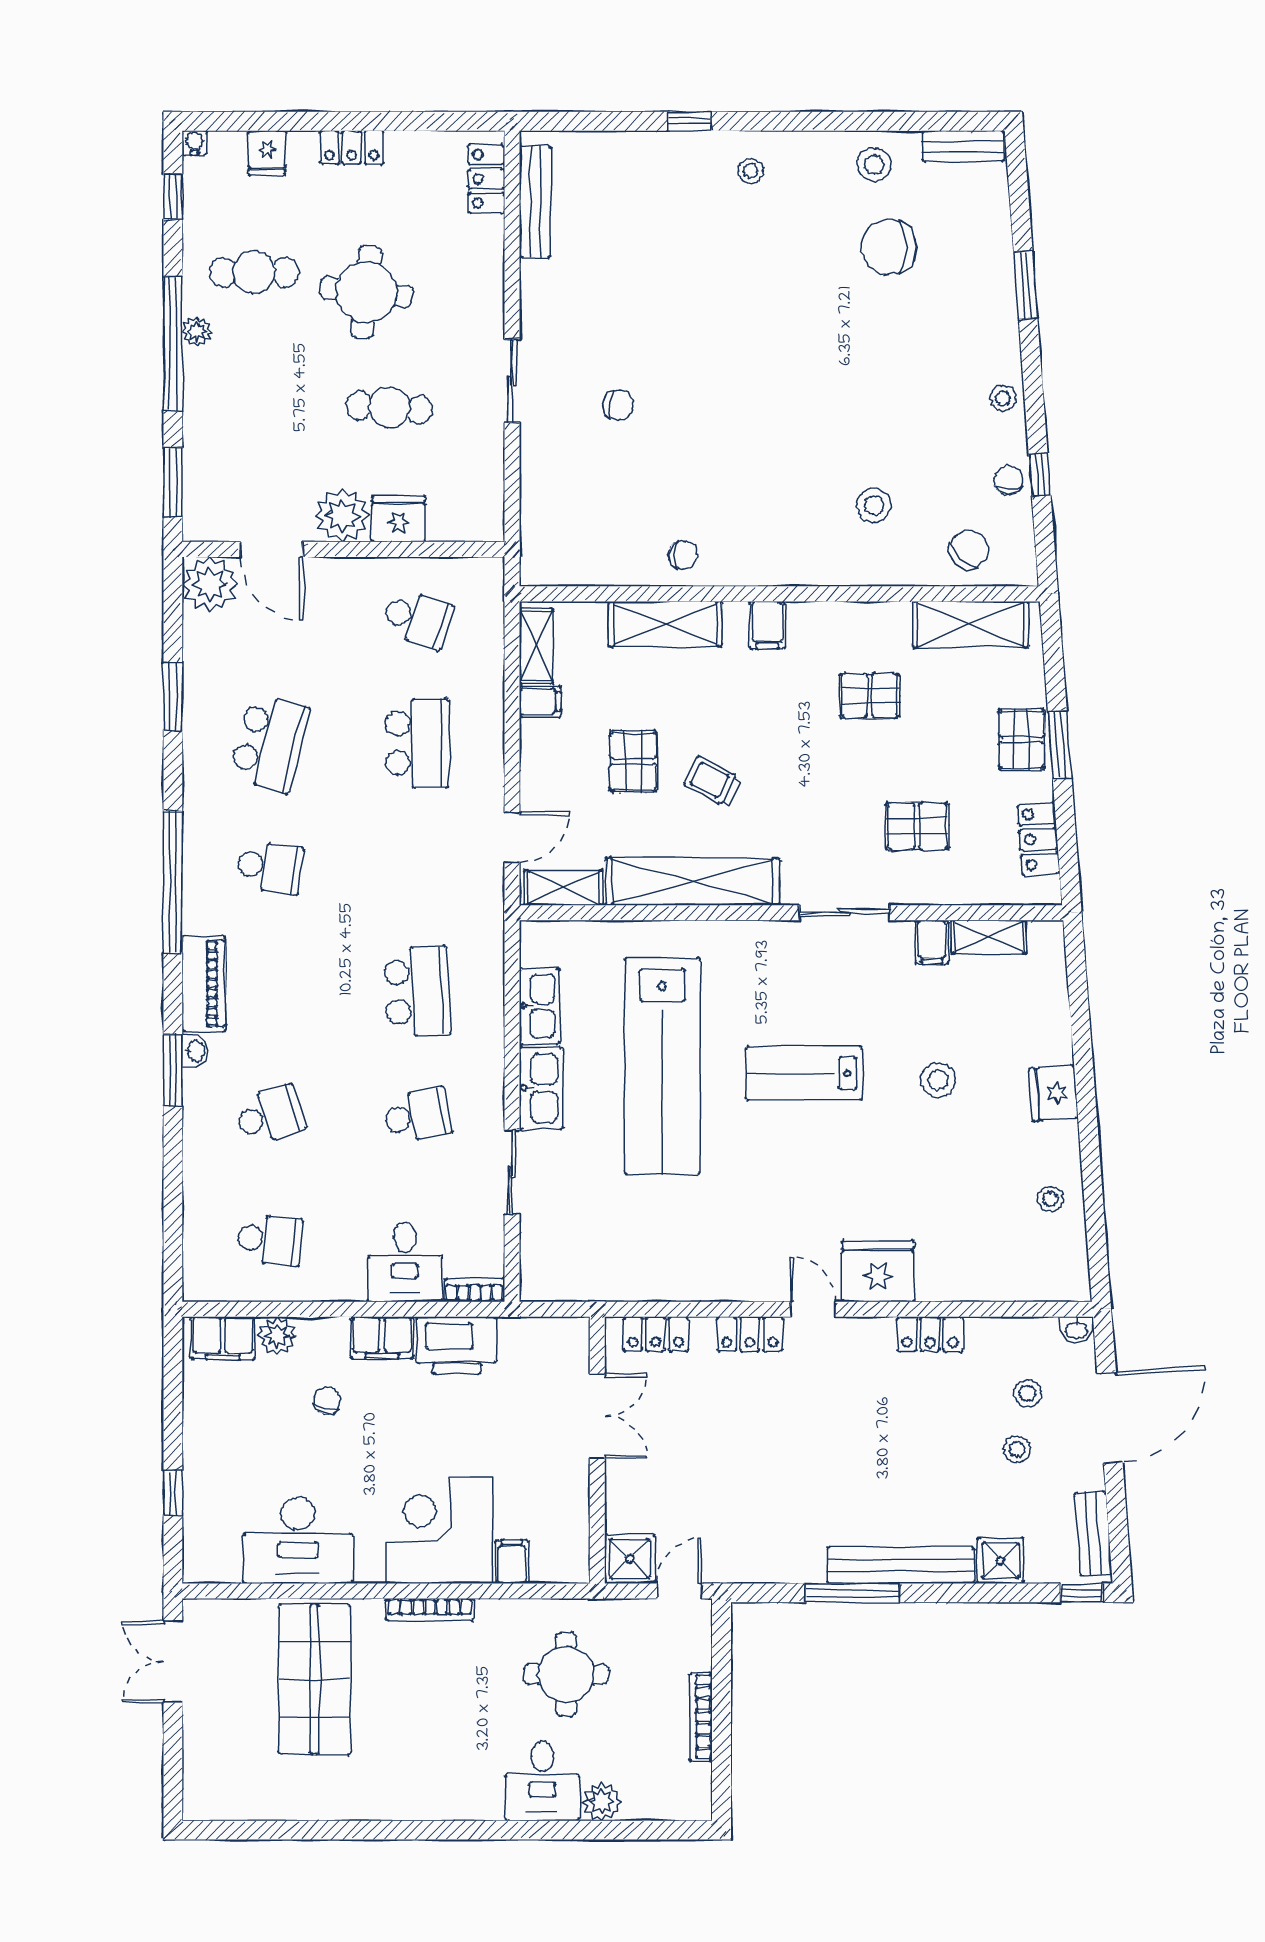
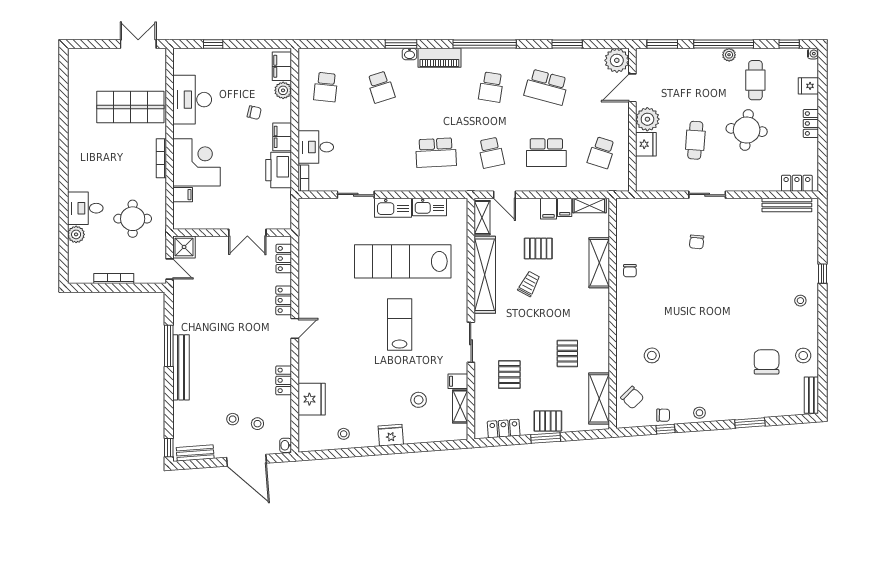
filing cabinet: (767, 625) -> (548, 209), moved, turned -90
stool: (938, 1080) -> (419, 400), moved
school desk: (417, 1116) -> (491, 153), moved
fridge: (878, 1271) -> (312, 399), moved
shower: (1000, 1561) -> (183, 412), removed

